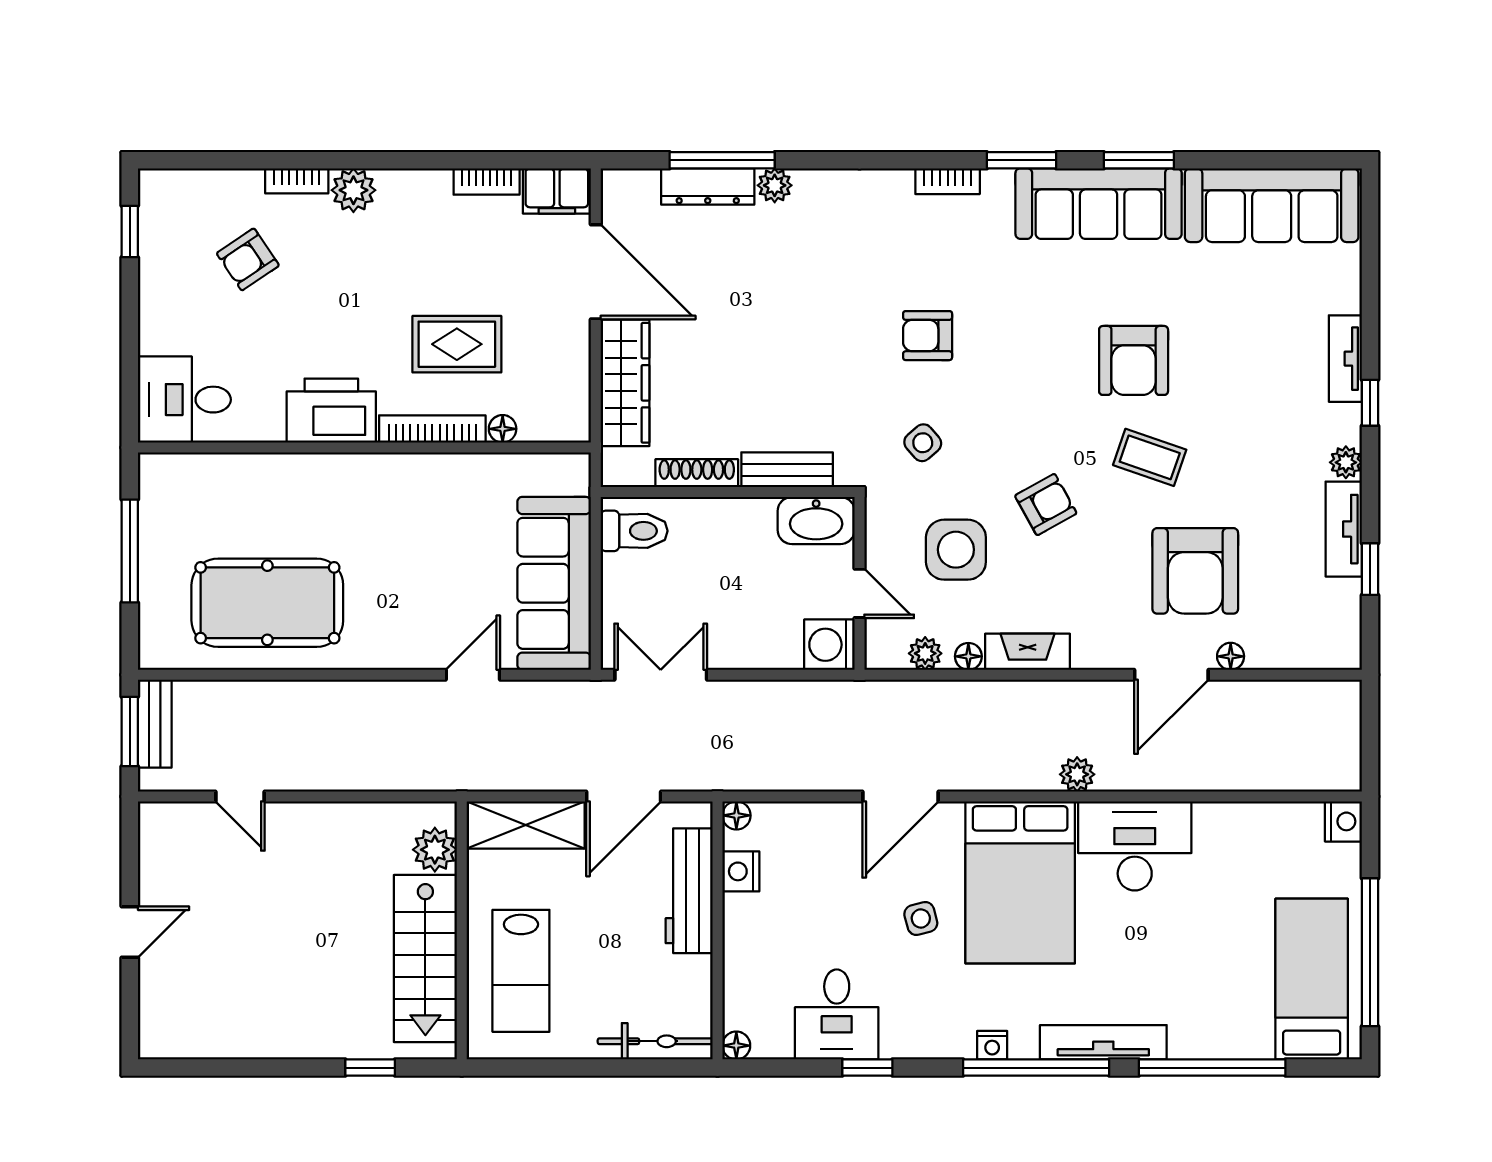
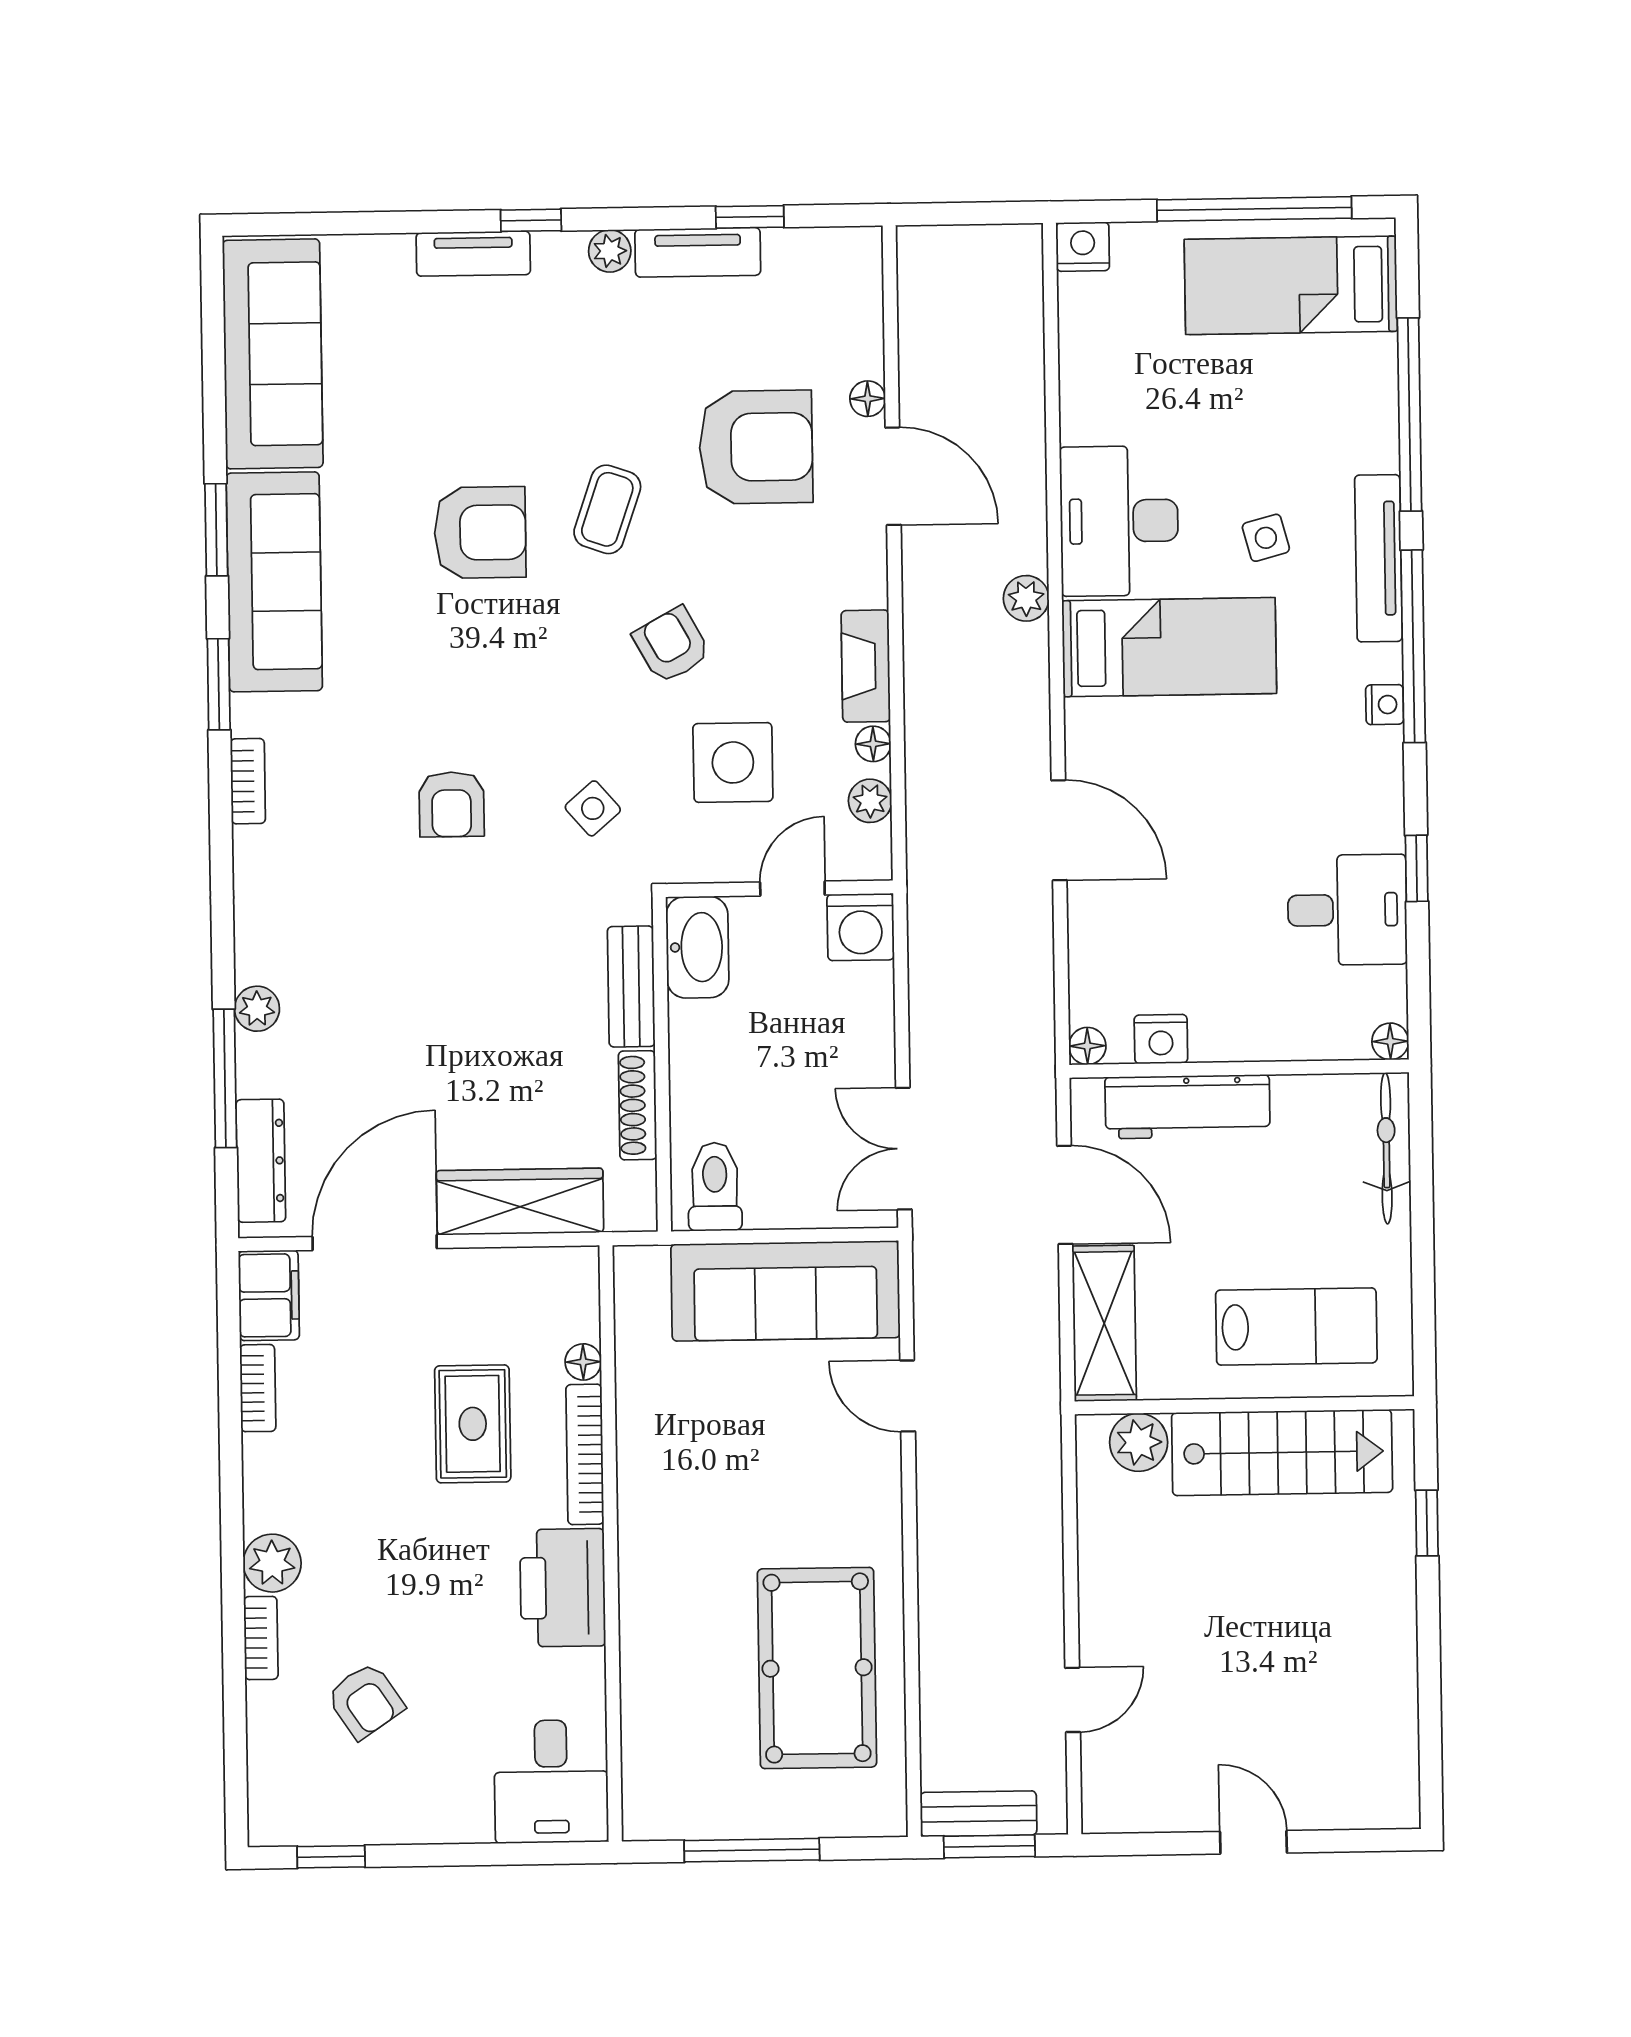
dresser: (708, 186) -> (261, 1161), moved
bed: (1020, 882) -> (1169, 647), width x0.67
side table: (921, 918) -> (1266, 538), moved

